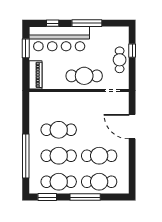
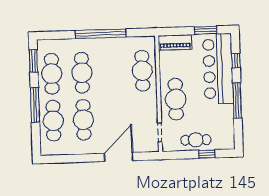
cafe table: (59, 130) -> (142, 71), moved
window: (26, 156) -> (101, 34), moved

